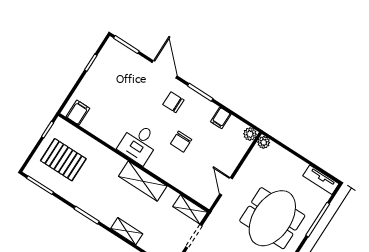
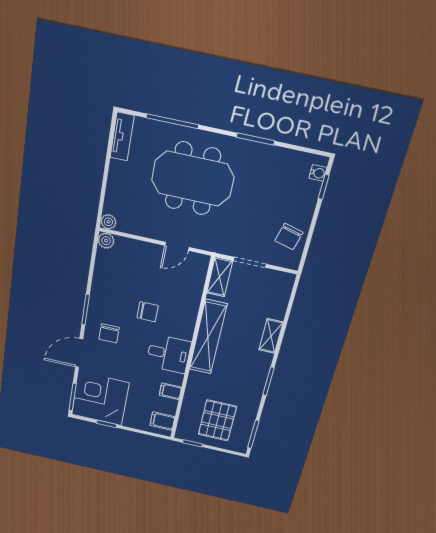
corner desk: (117, 68) -> (100, 399), added
filing cabinet: (221, 118) -> (170, 391), moved, turned 180
shelving: (143, 181) -> (208, 337), width x1.47

